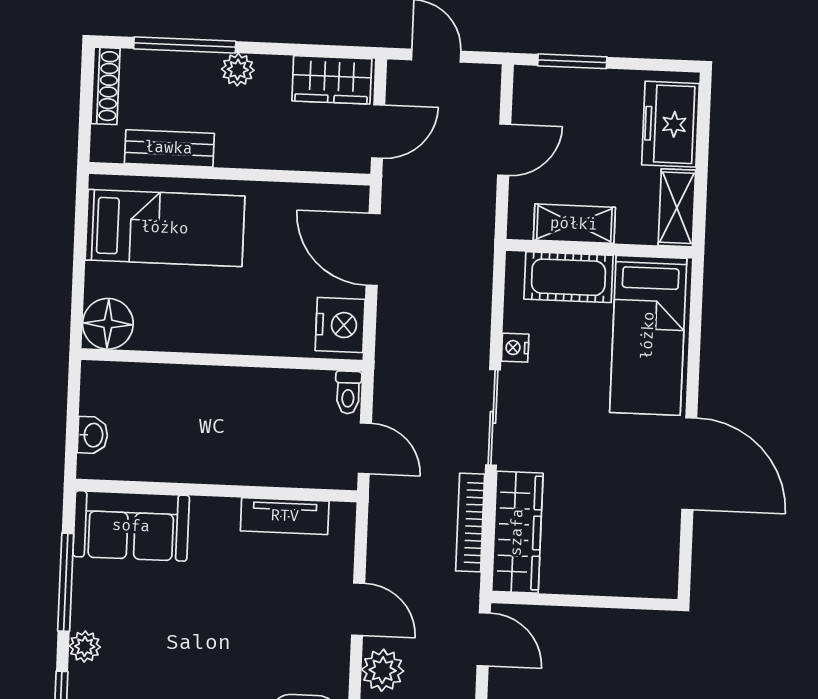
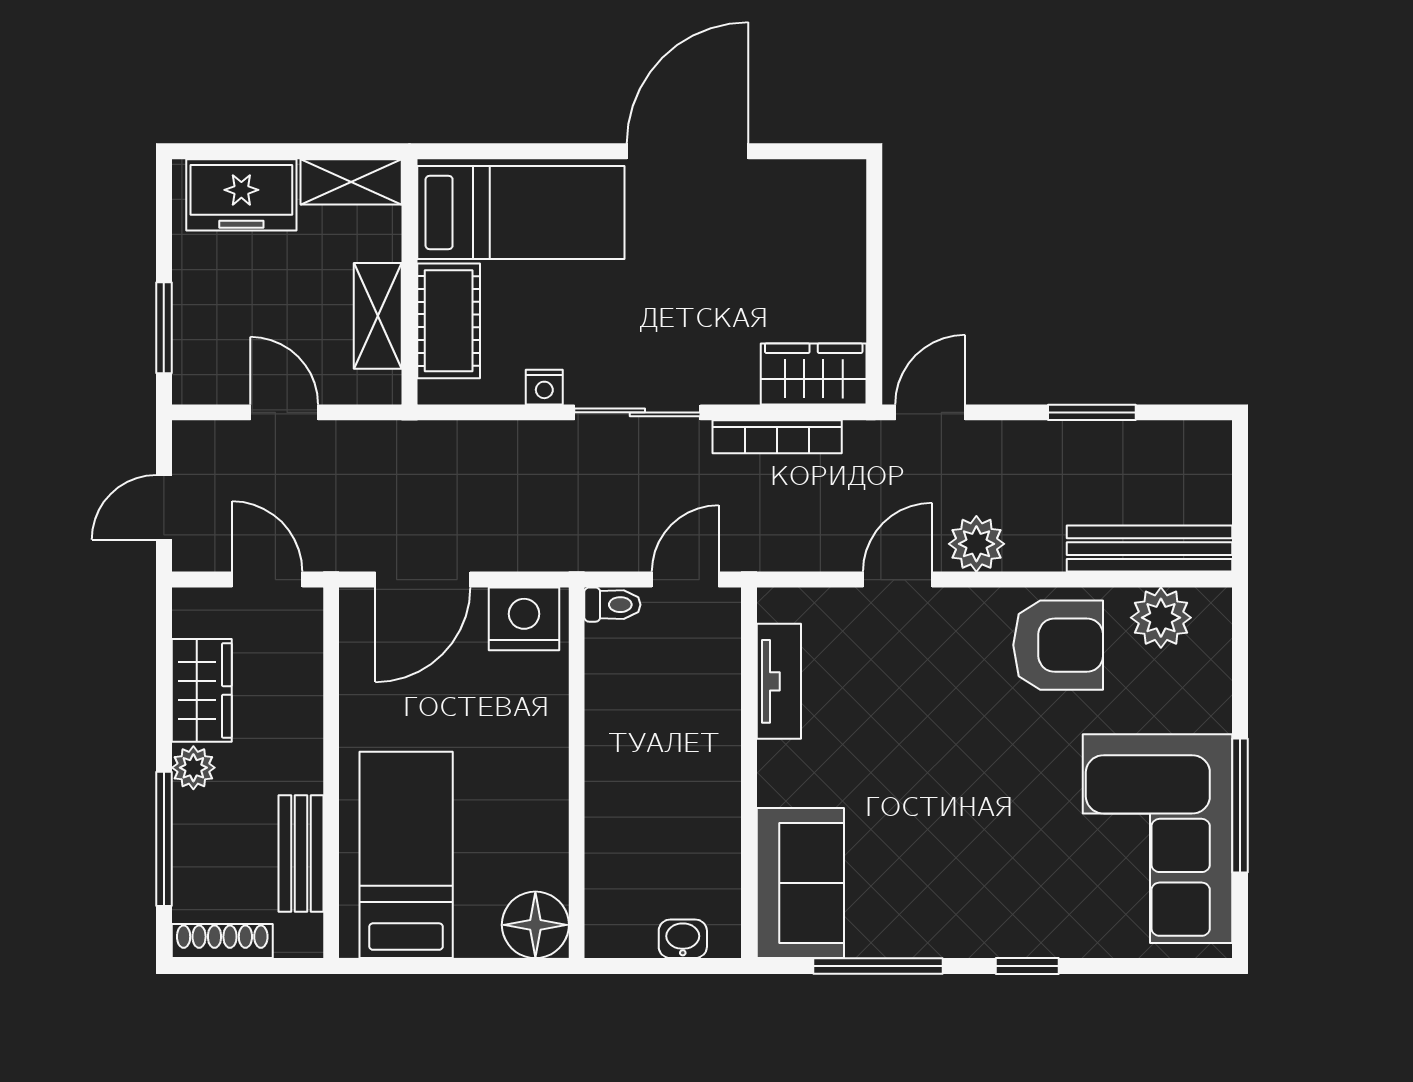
wardrobe: (332, 80) -> (202, 690), moved
wardrobe: (517, 532) -> (814, 374), width x0.67
plant: (85, 647) -> (962, 937), removed

